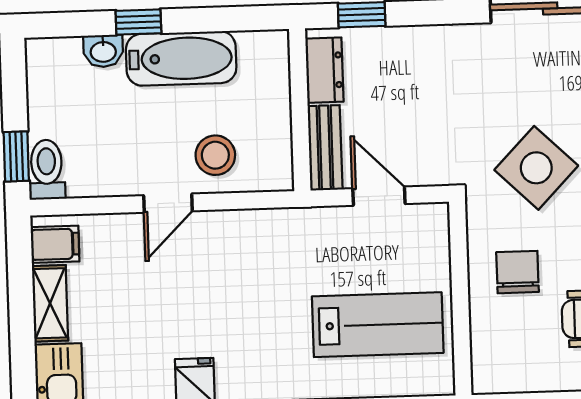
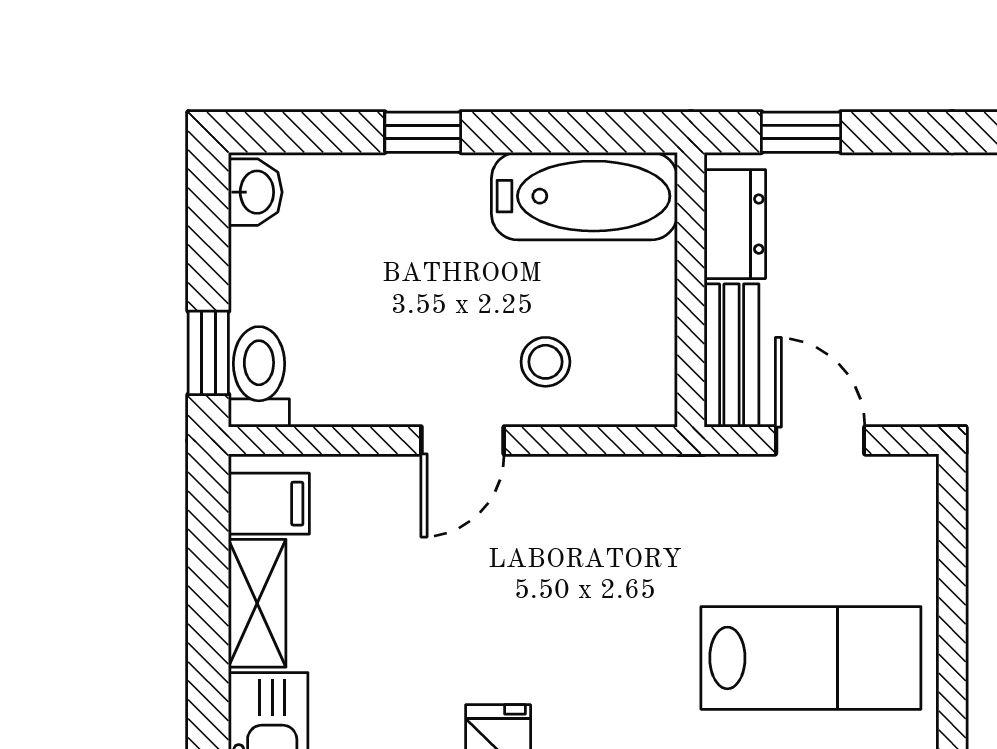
washbasin: (103, 51) -> (255, 192), moved, turned -90
bathtub: (181, 58) -> (584, 196), moved
stool: (215, 155) -> (545, 362), width x0.73, depth x0.73

